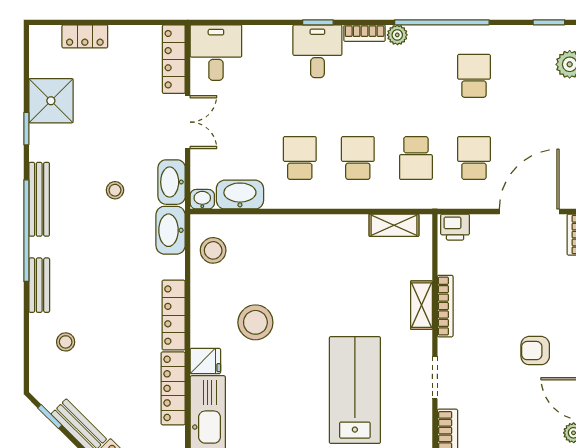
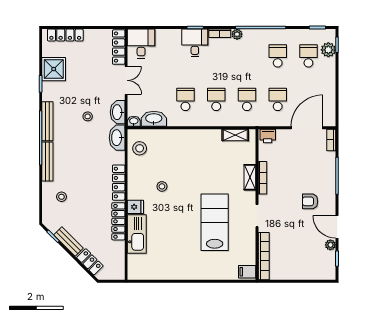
locker: (85, 36) -> (65, 35), width x1.53
school desk: (532, 76) -> (308, 56), added
school desk: (416, 158) -> (247, 99), turned 180
bench: (39, 285) -> (47, 161), width x1.36
stool: (255, 322) -> (162, 186), width x0.53, depth x0.53

